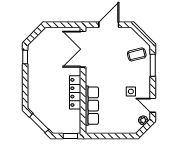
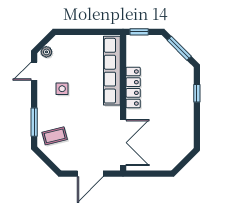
window: (25, 57) -> (197, 93), moved
door: (153, 105) -> (34, 71), swing flipped
row of seats: (92, 106) -> (112, 71), width x1.36

